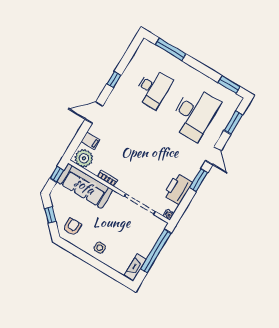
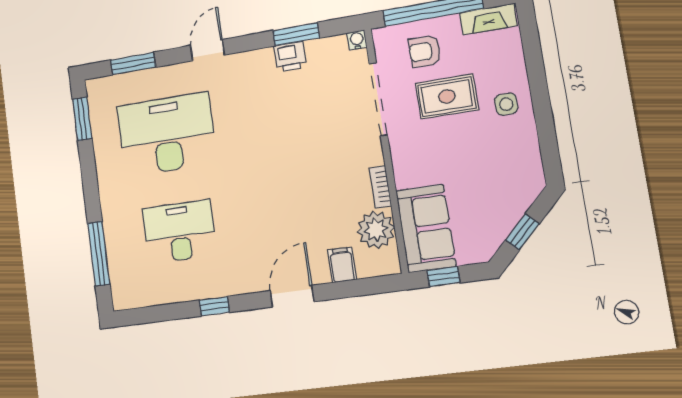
door: (94, 113) -> (292, 296), swing flipped
plant: (84, 158) -> (376, 230), moved
window: (199, 180) -> (296, 34), moved
sofa: (85, 186) -> (426, 228), width x0.73
printer: (178, 189) -> (290, 57), width x0.53, depth x0.68
armchair: (72, 227) -> (425, 51), moved
rug: (120, 229) -> (447, 97), added

